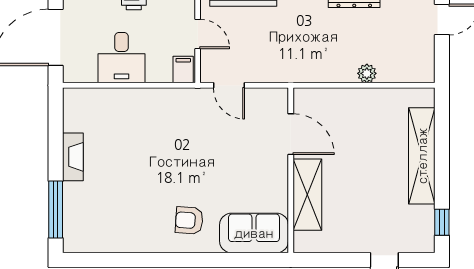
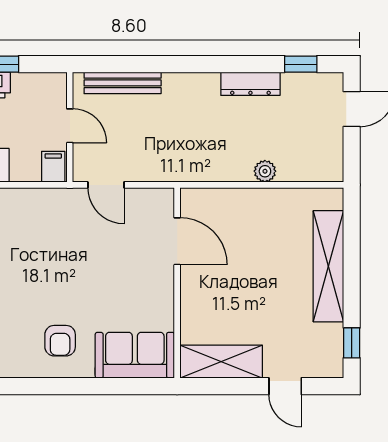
shelving: (307, 195) -> (221, 362), moved, turned 90
armchair: (189, 220) -> (60, 341), turned -94

